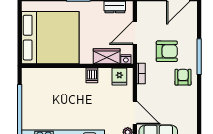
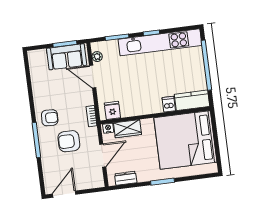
dishwasher: (92, 75) -> (169, 104), moved
kitchen counter: (39, 76) -> (192, 100), added
armchair: (183, 77) -> (50, 118), turned -88

